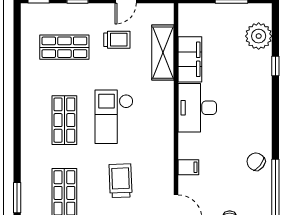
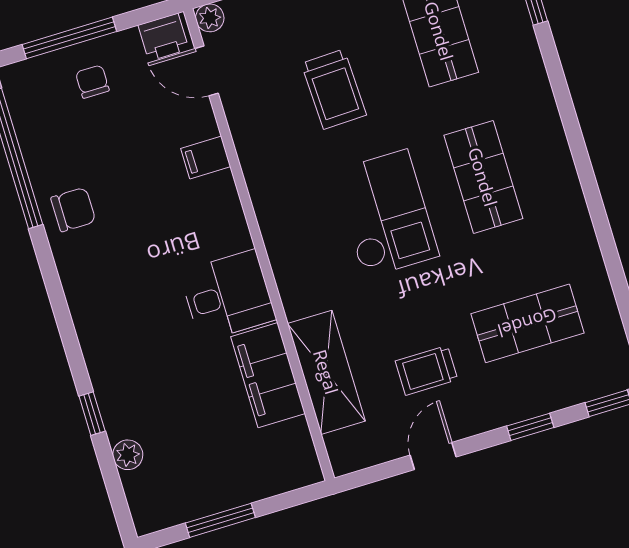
plant: (259, 36) -> (128, 455), width x0.53, depth x0.53
desk: (197, 108) -> (228, 296), width x0.73
chair: (256, 162) -> (73, 210), turned -38

